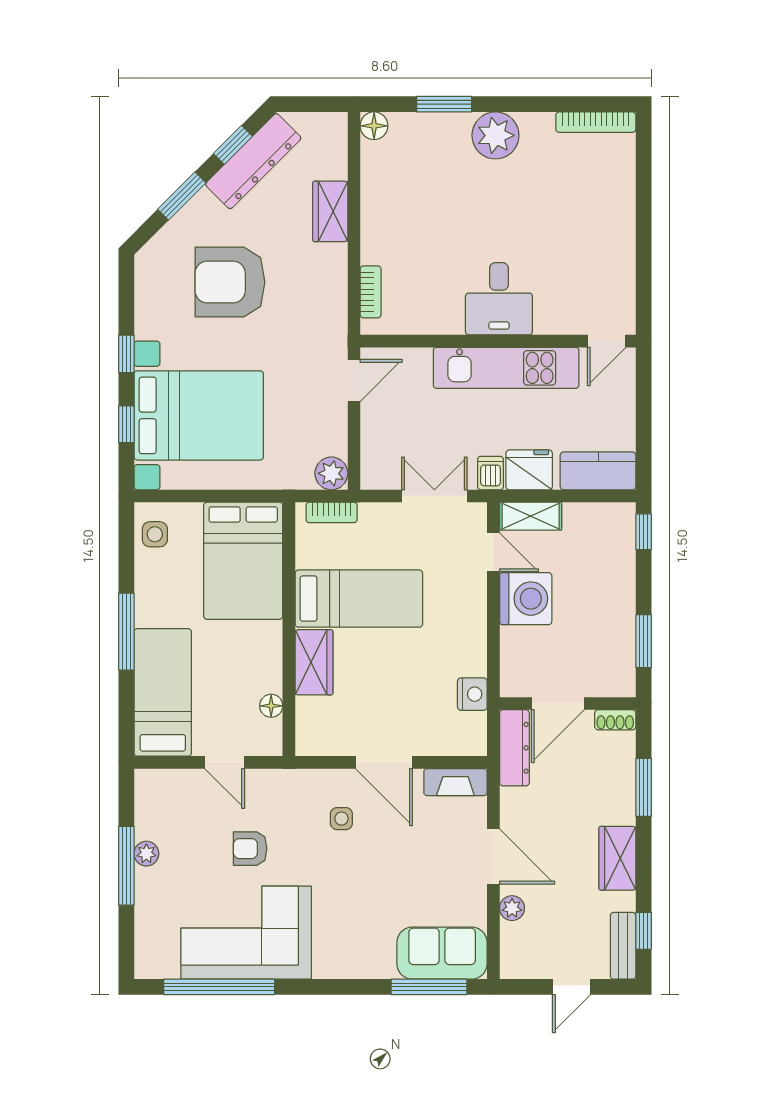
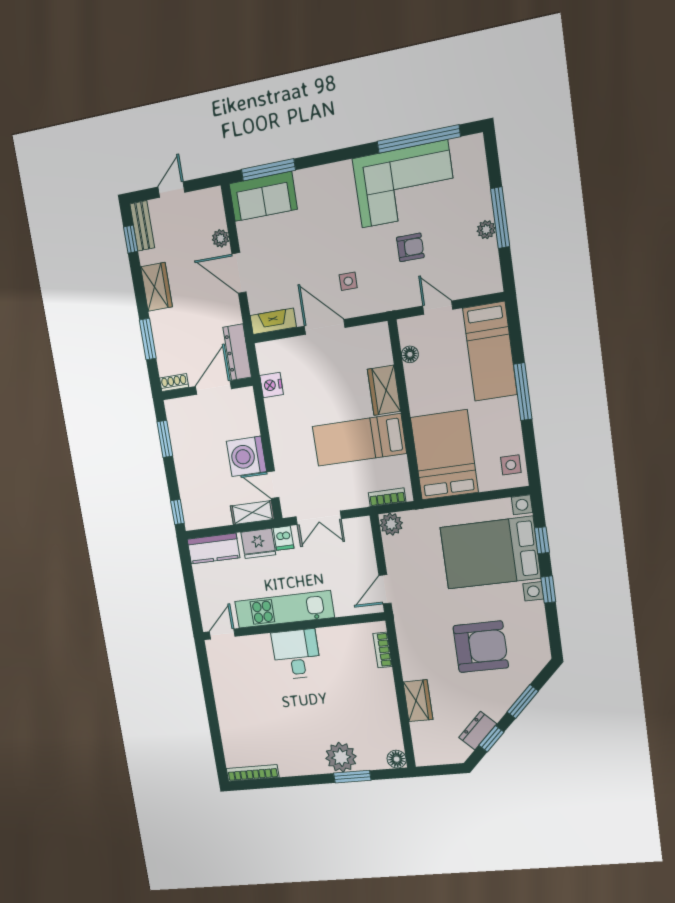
plant: (495, 135) -> (341, 757), moved
dresser: (253, 161) -> (478, 731), width x0.51, depth x0.80

